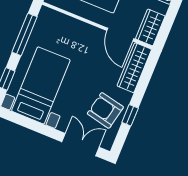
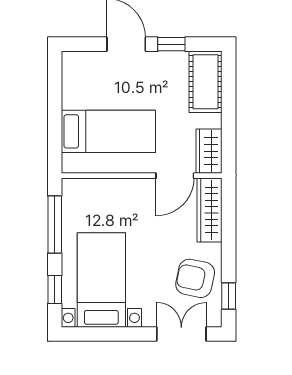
door: (120, 35) -> (175, 176), hinge flipped
window: (130, 115) -> (229, 296), moved

